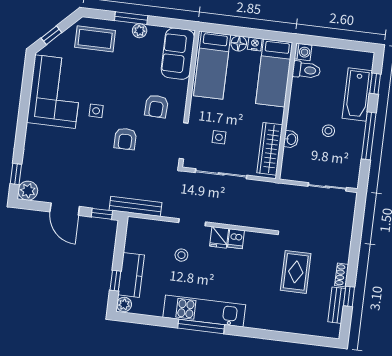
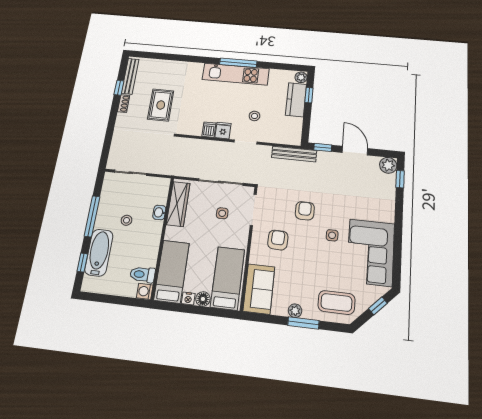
bench: (337, 305) -> (130, 76), width x1.36

